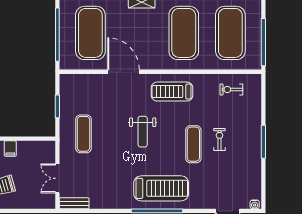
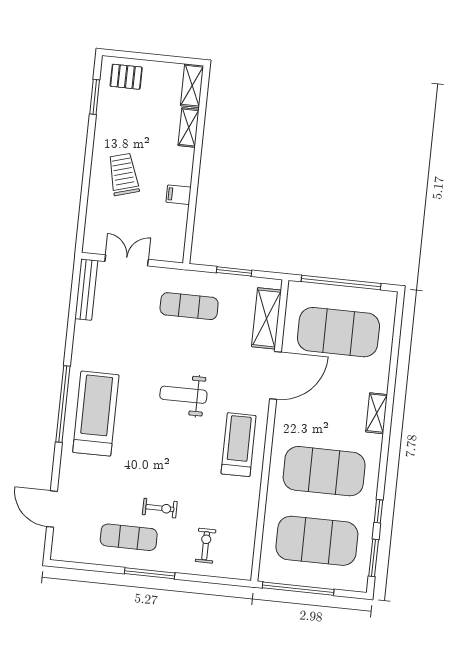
shelving: (86, 82) -> (266, 318), added
exercise bike: (231, 90) -> (206, 546), moved
exercise mat: (193, 144) -> (129, 537), moved
treadmill: (161, 188) -> (96, 414), turned 180
bench: (74, 203) -> (86, 290), width x1.36
water cooler: (255, 204) -> (58, 551), removed

